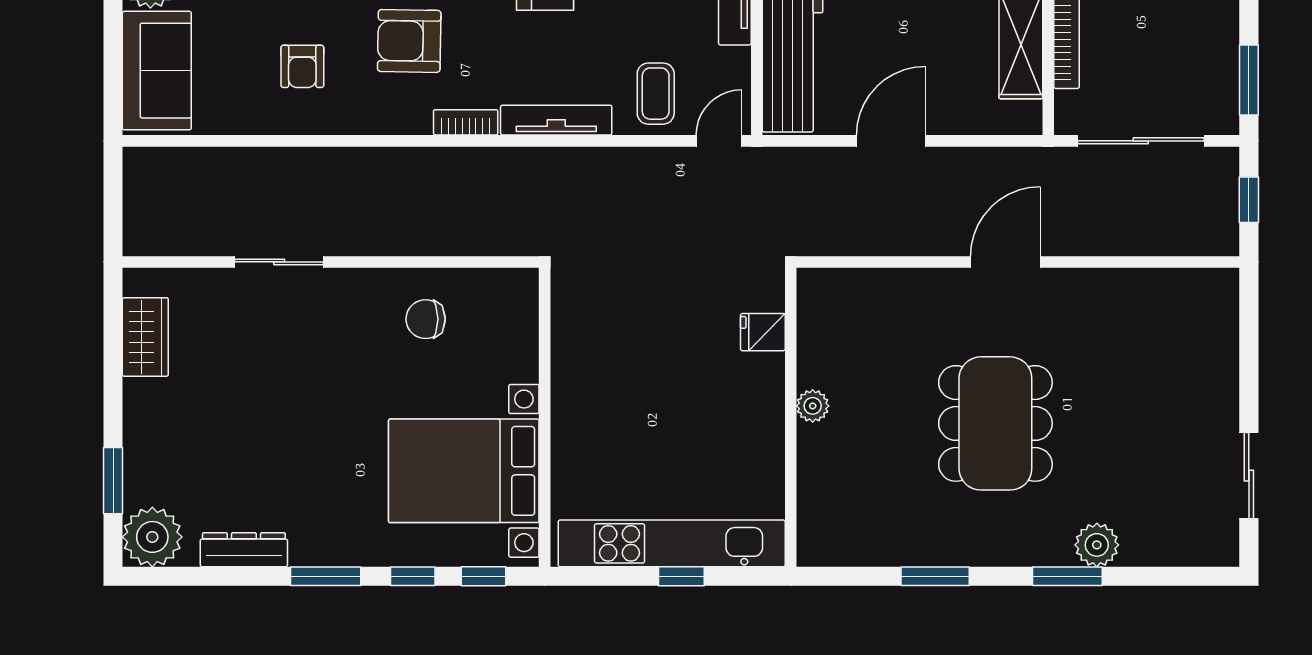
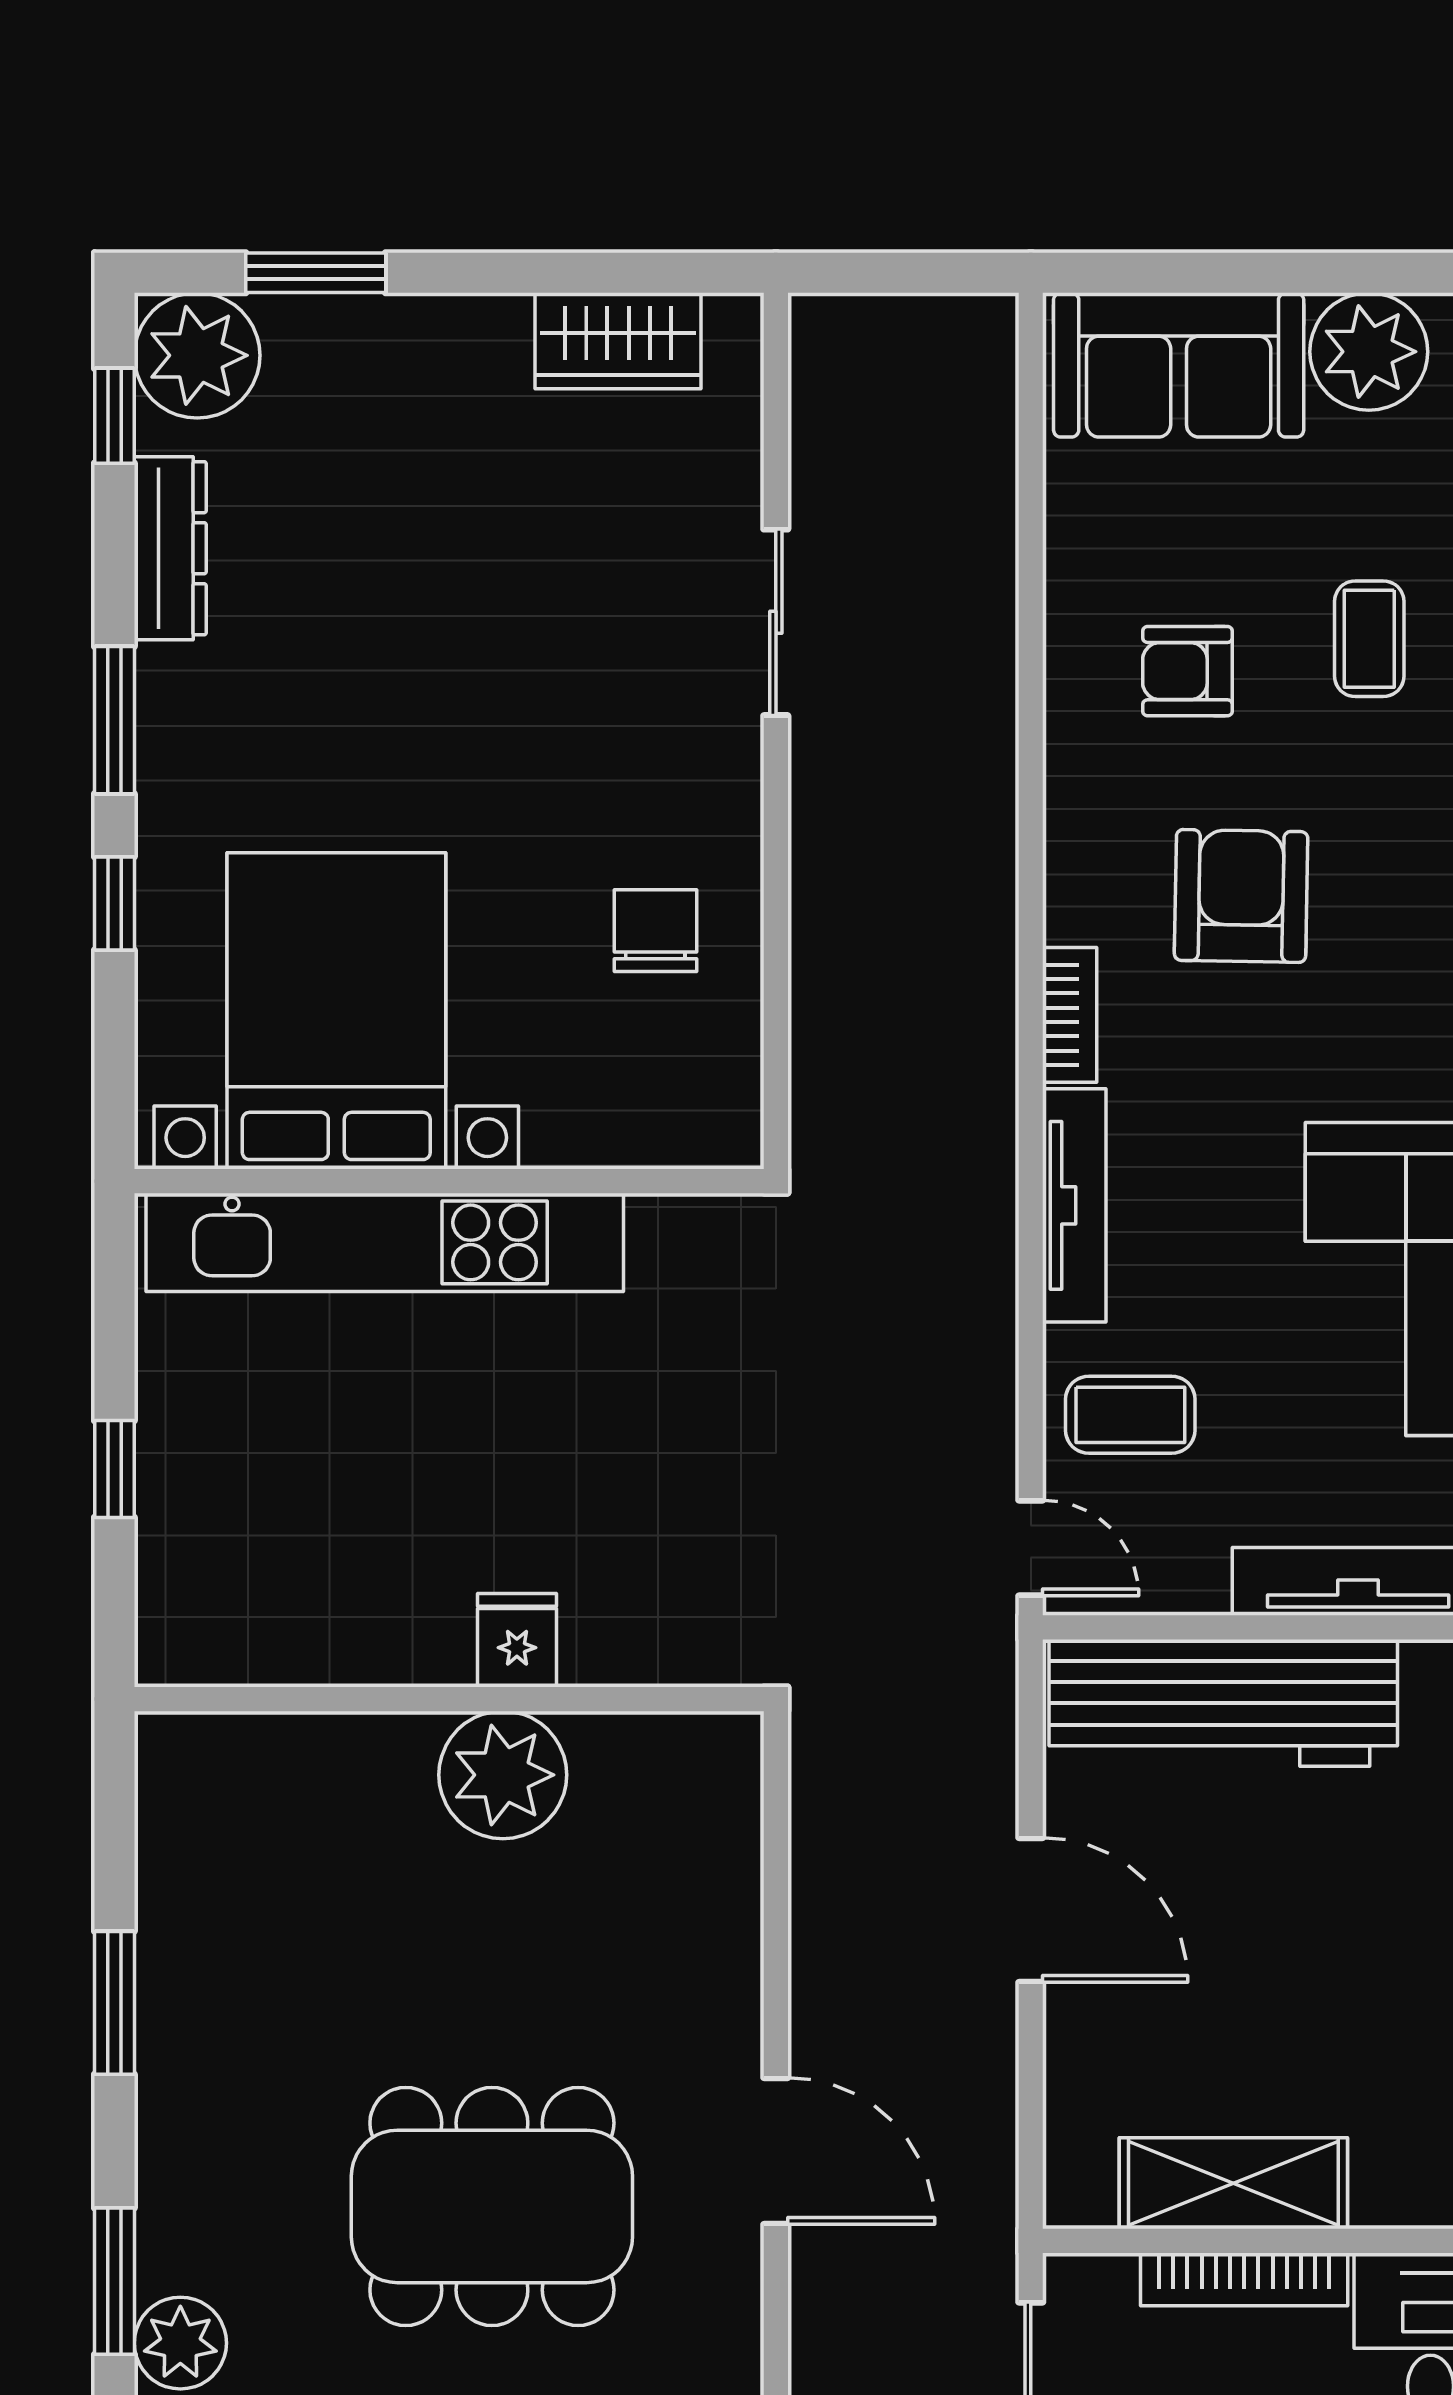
fridge: (763, 332) -> (517, 1640), moved
plant: (813, 406) -> (503, 1775), width x1.87, depth x1.87
dining table: (995, 423) -> (492, 2206), moved
kitchen unit: (672, 543) -> (385, 1242), moved, turned 90
window: (483, 576) -> (114, 416), moved

